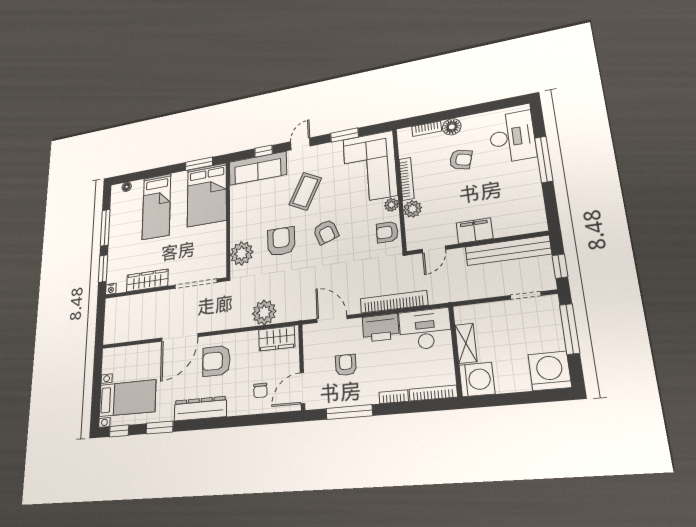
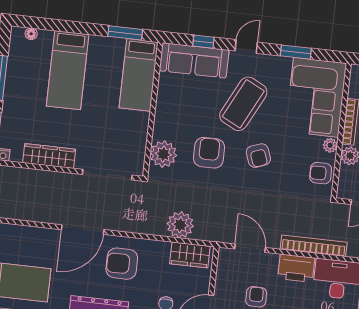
coffee table: (305, 191) -> (243, 104), width x1.36, depth x1.32
bed: (207, 195) -> (139, 75), width x0.67

